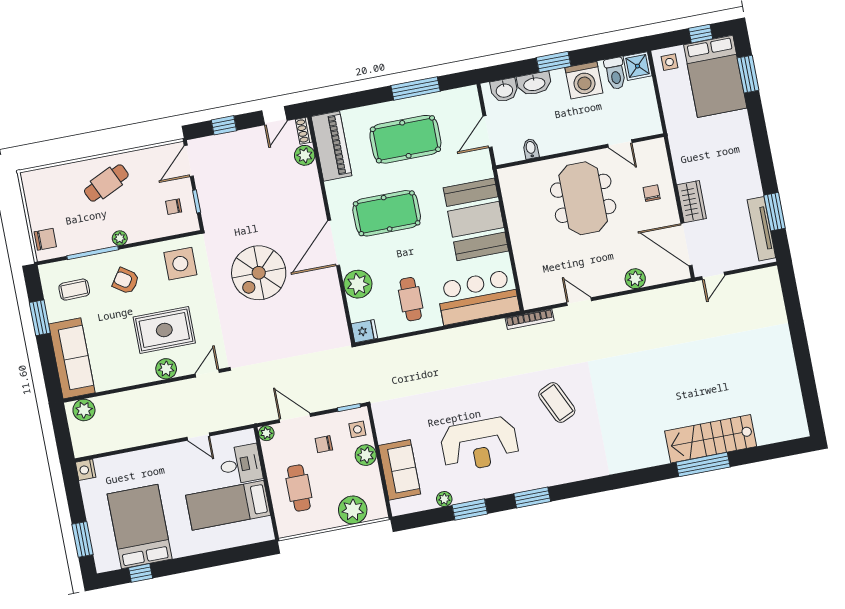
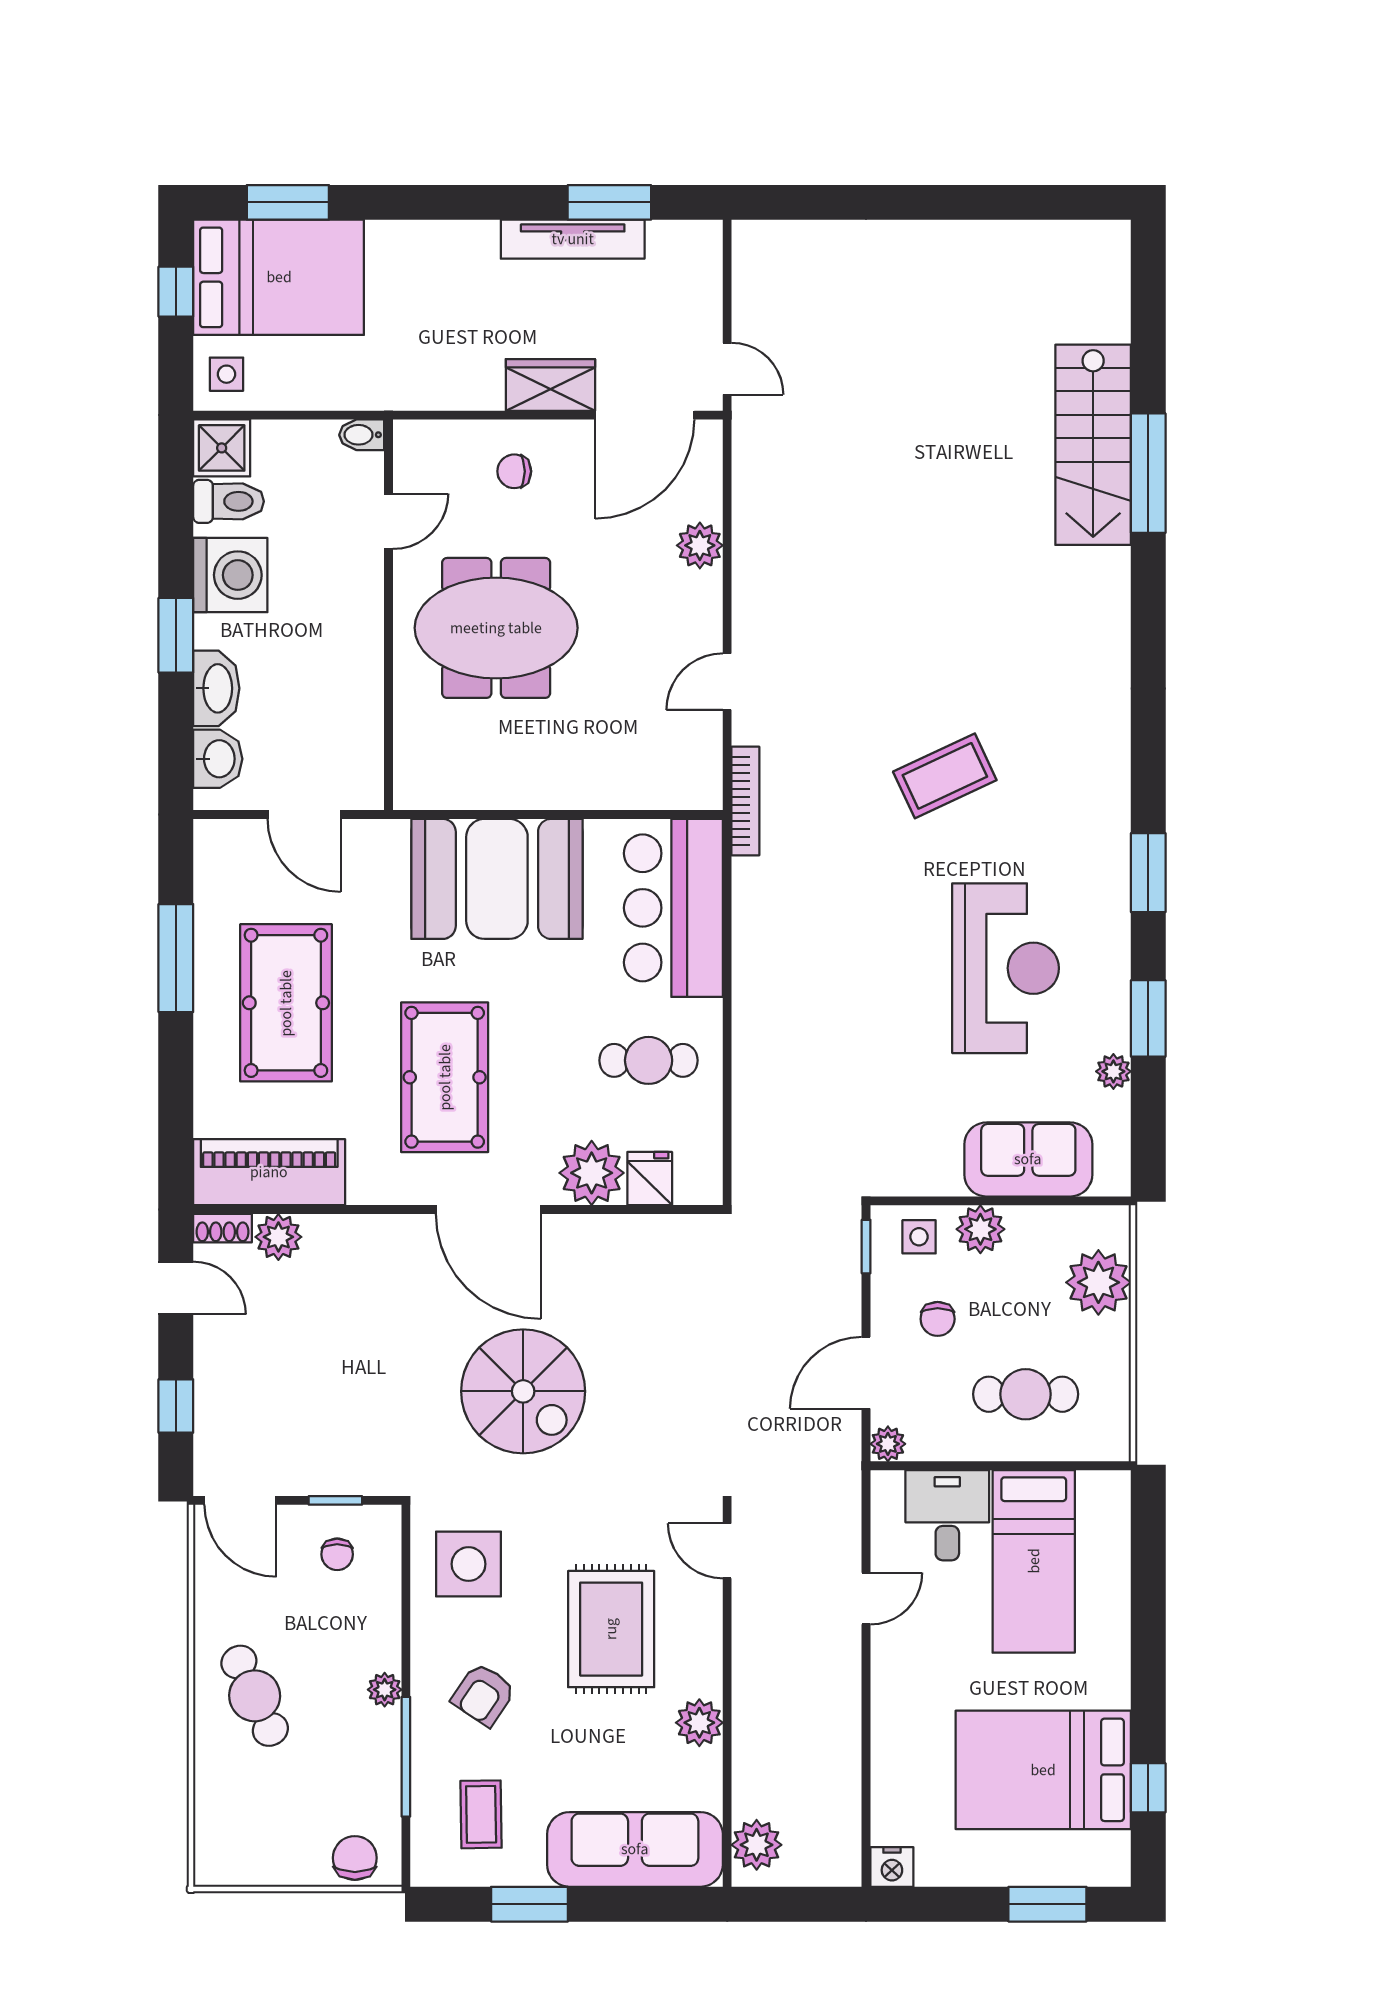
bidet: (531, 149) -> (362, 435), moved
tv unit: (761, 229) -> (573, 239), moved
fridge: (364, 331) -> (650, 1179), moved
plant: (166, 369) -> (699, 1723), moved

